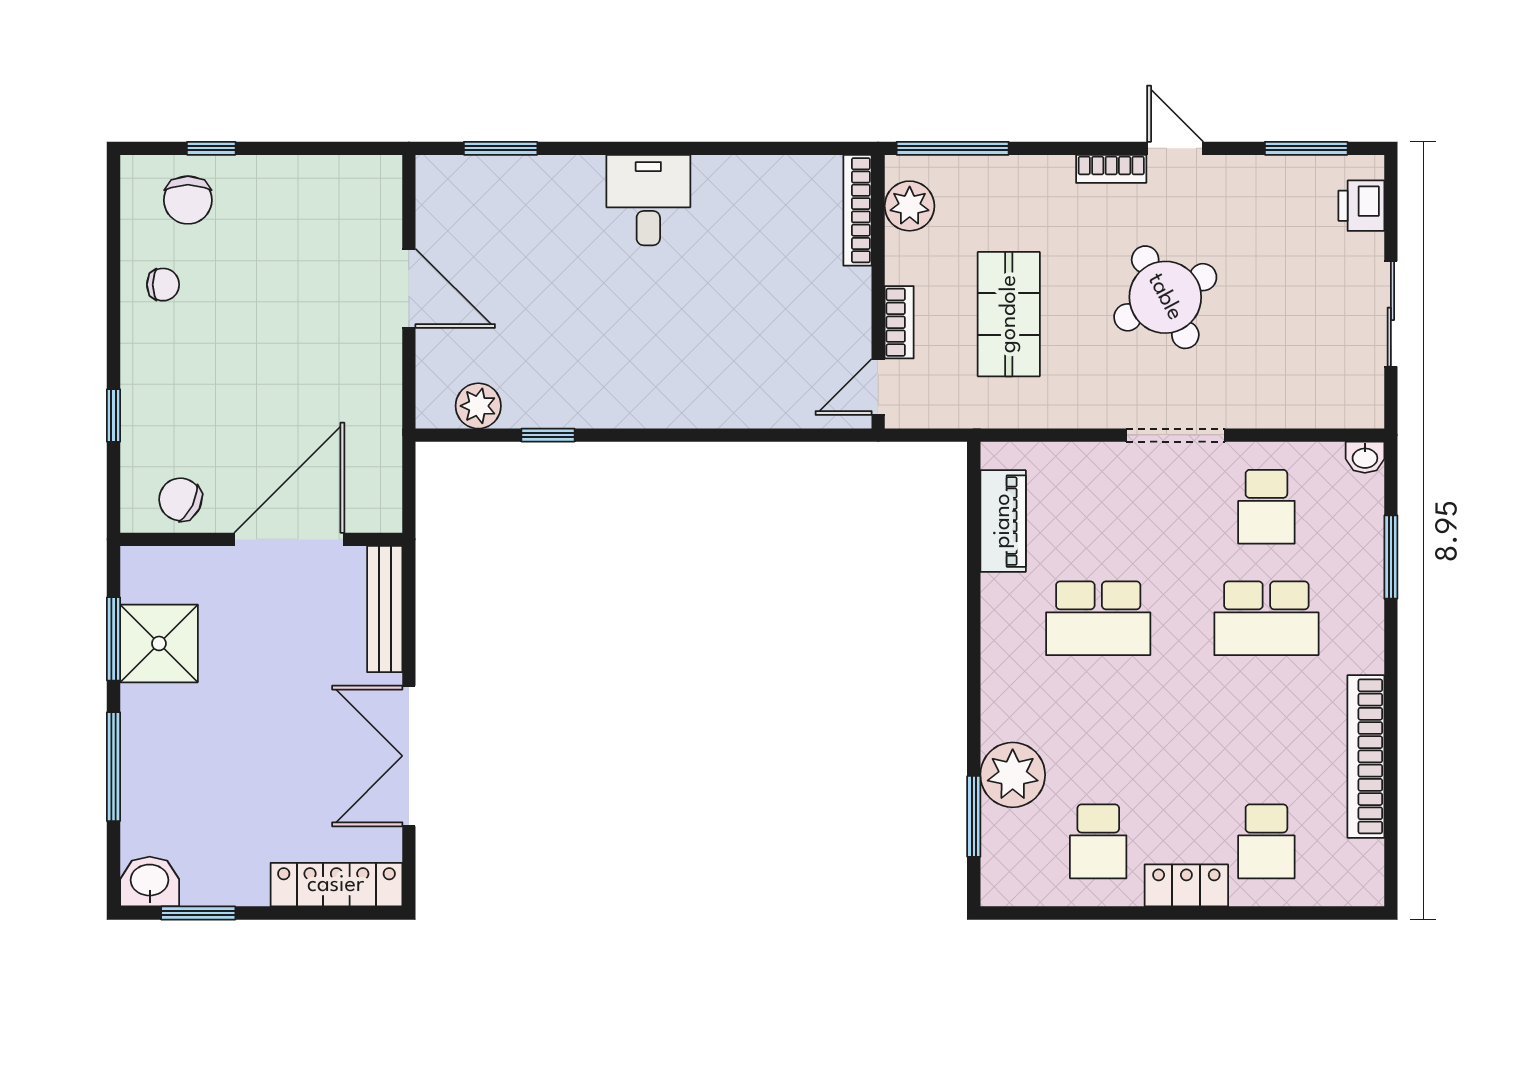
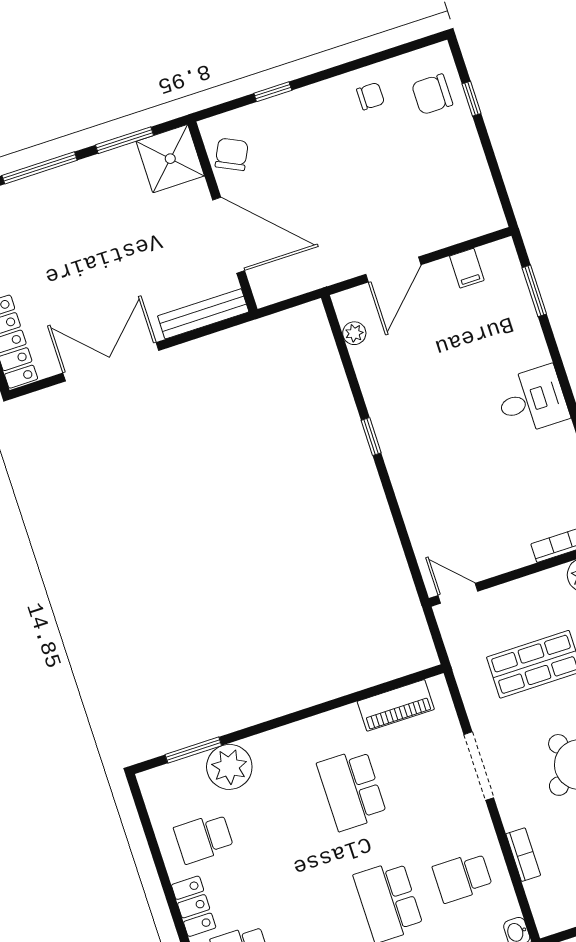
filing cabinet: (440, 230) -> (467, 268), added
chair: (163, 285) -> (371, 96), turned -90
door: (409, 288) -> (393, 269), moved
bookcase: (899, 322) -> (523, 855), moved, turned -90
plant: (478, 406) -> (354, 333), width x0.73, depth x0.73
window: (548, 435) -> (371, 437), moved
doorway: (1176, 435) -> (479, 766), moved
shower: (159, 643) -> (170, 159), moved

